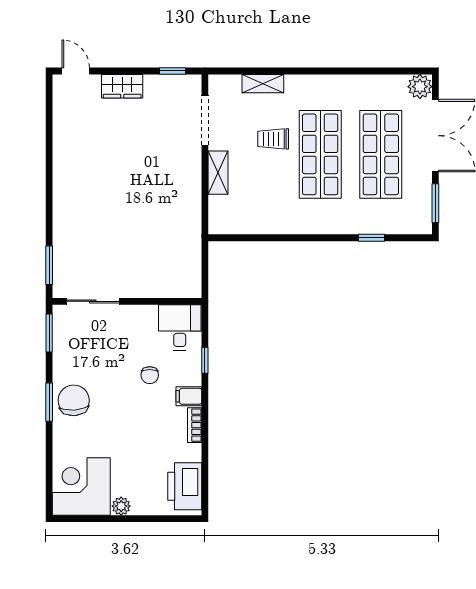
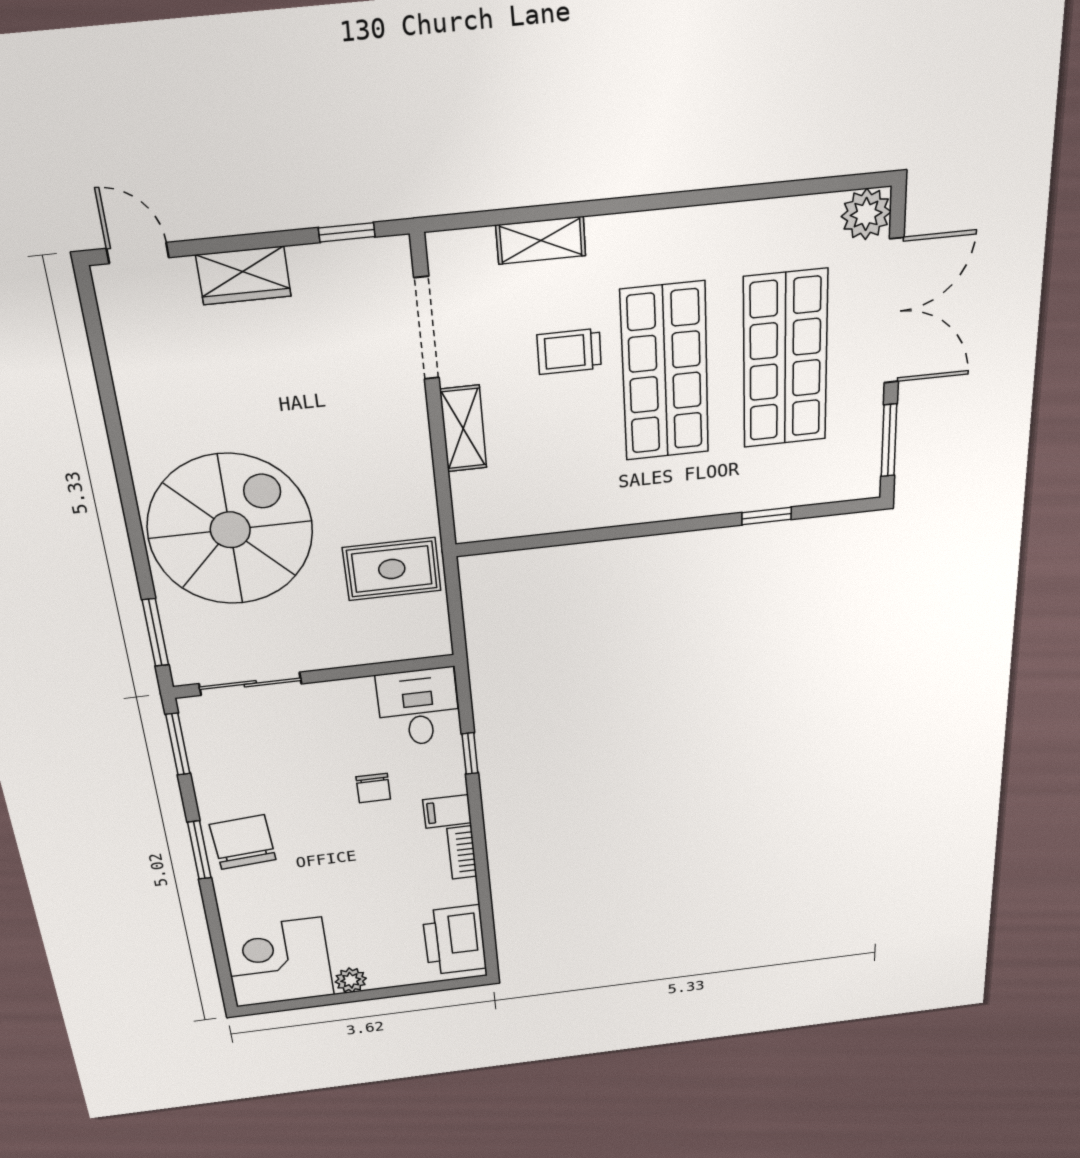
spiral stairs: (96, 213) -> (230, 530), added
rug: (174, 244) -> (392, 569), added

